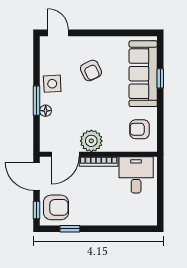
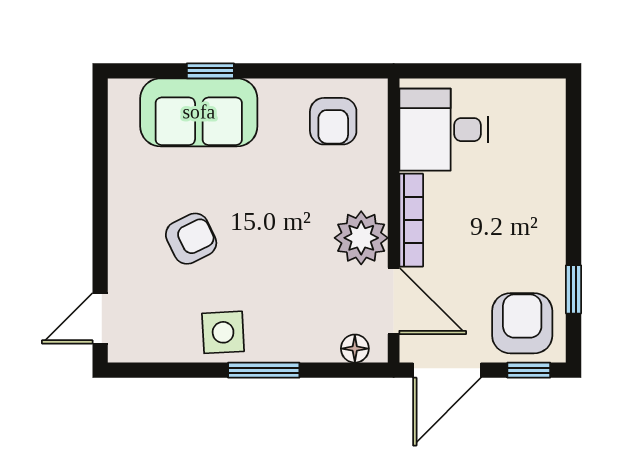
sofa: (143, 74) -> (199, 112), width x0.73
floor lamp: (46, 111) -> (355, 349), moved

